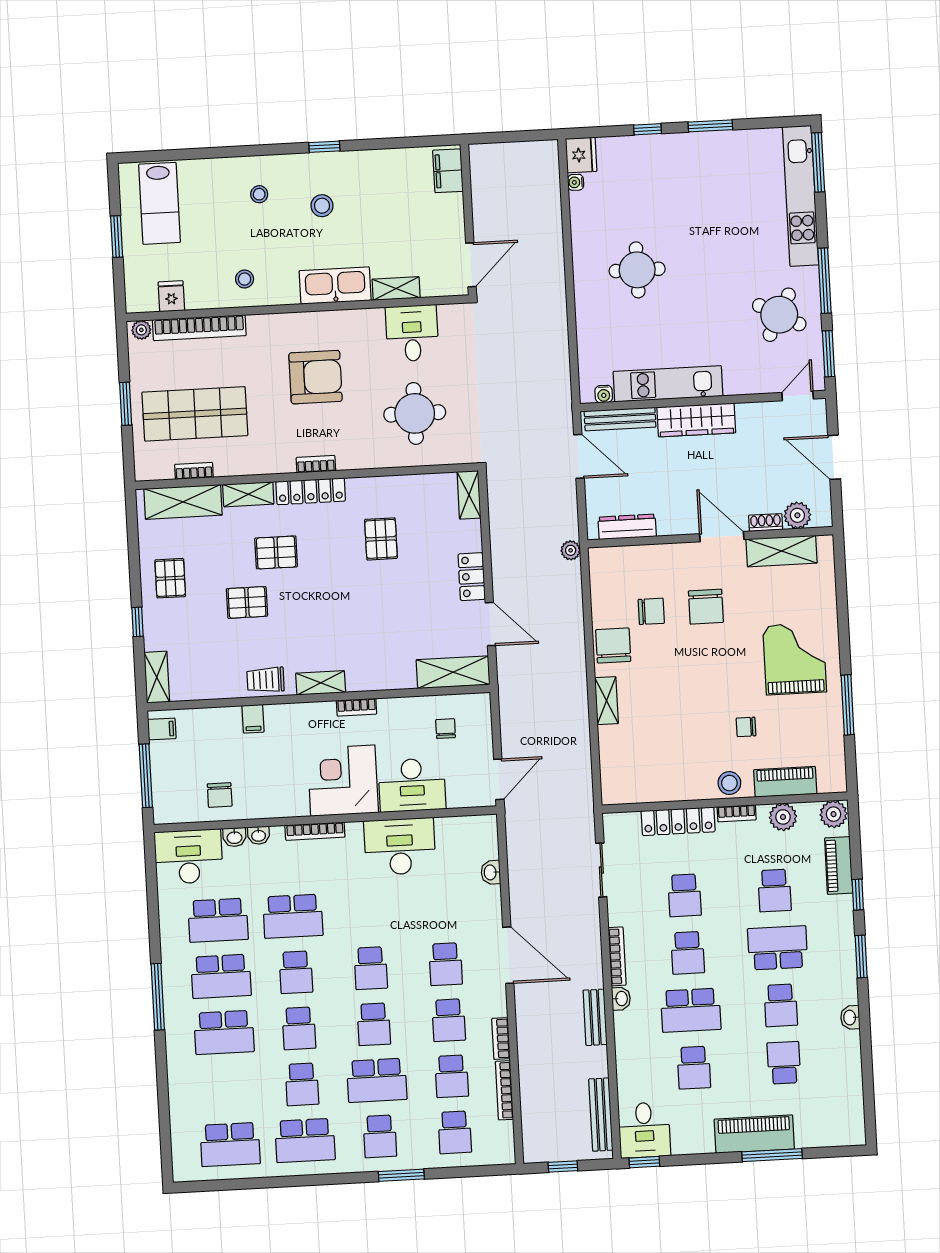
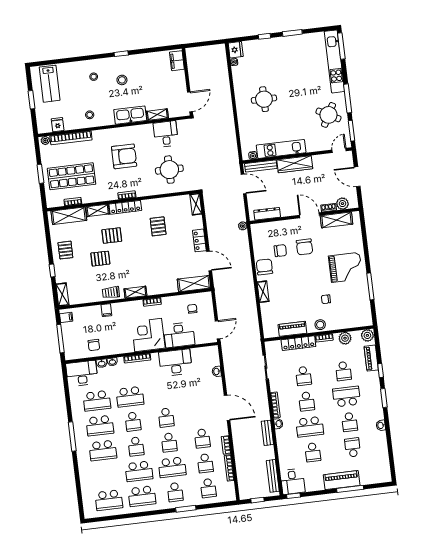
grand piano: (795, 659) -> (345, 267), turned 90
piano: (785, 782) -> (292, 329), moved
school desk: (446, 964) -> (199, 414), removed
school desk: (302, 1084) -> (139, 471), width x1.85

